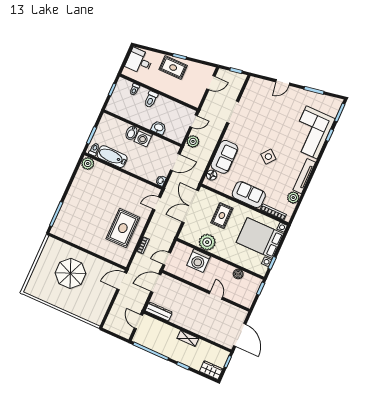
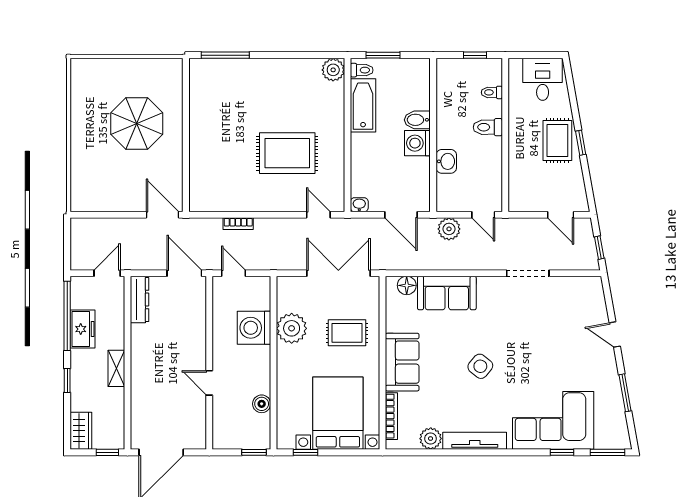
rug: (123, 228) -> (287, 153), moved
door: (216, 295) -> (209, 383), swing flipped
freezer: (161, 346) -> (82, 329), added

